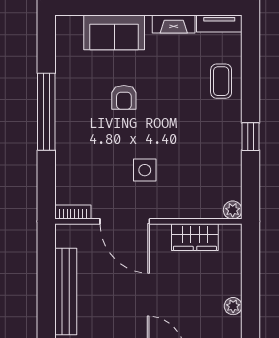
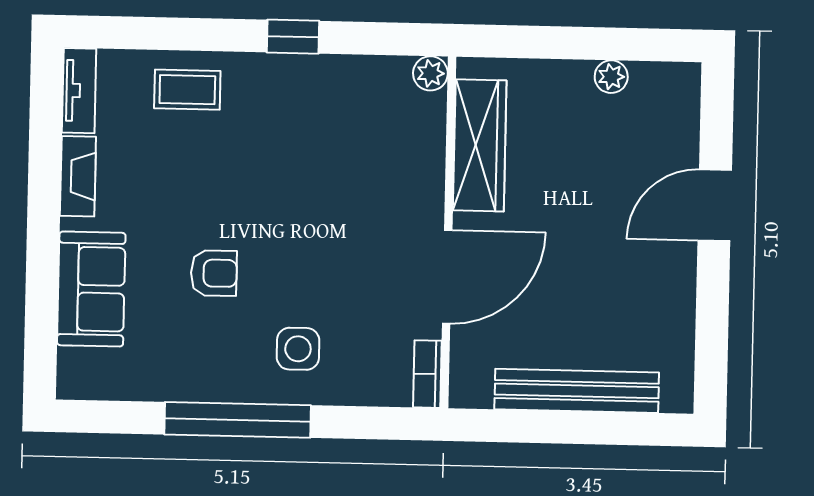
side table: (145, 170) -> (298, 349), moved
wardrobe: (195, 237) -> (480, 145), width x1.50

